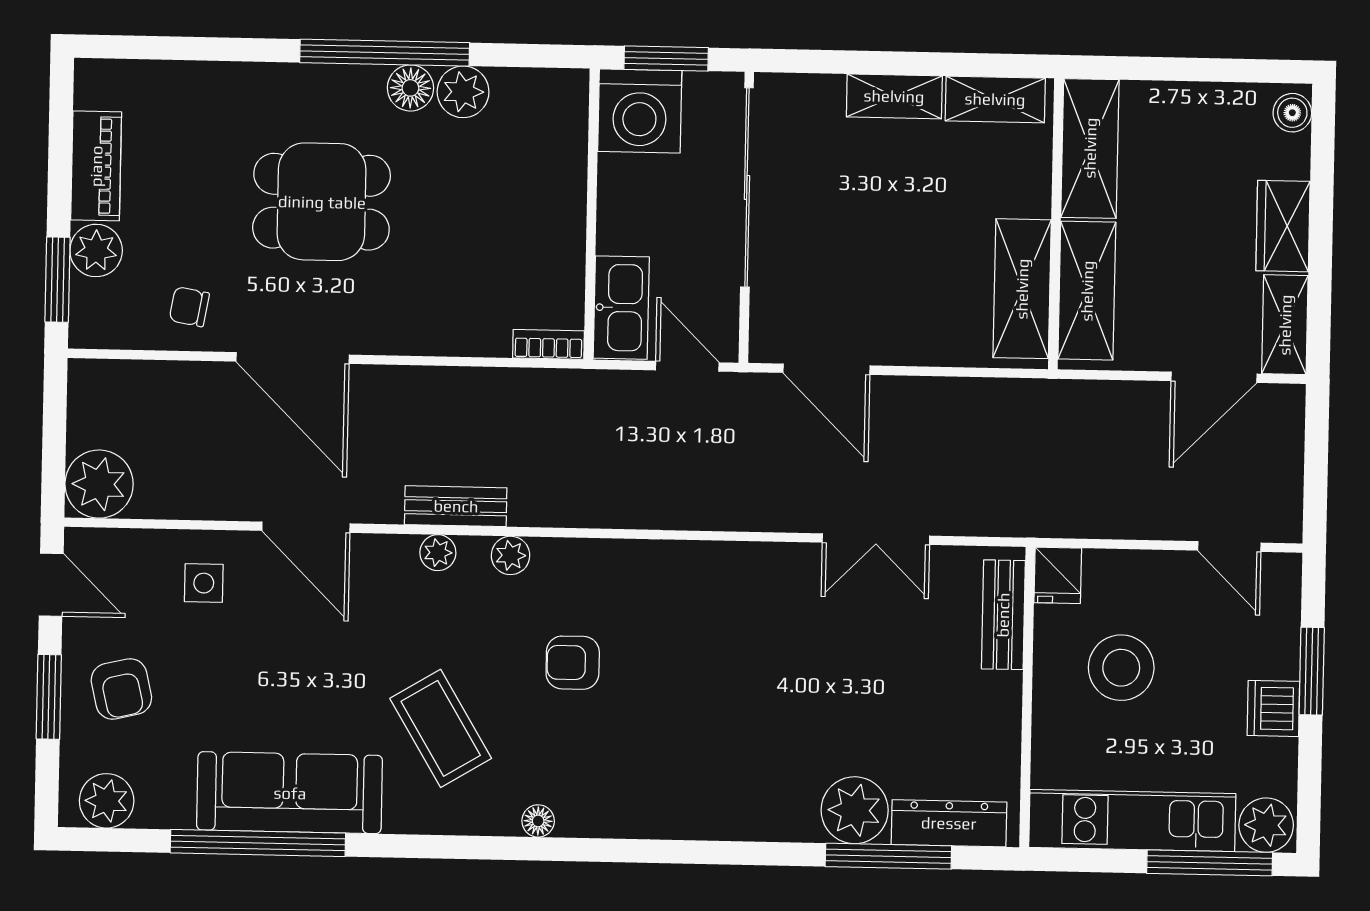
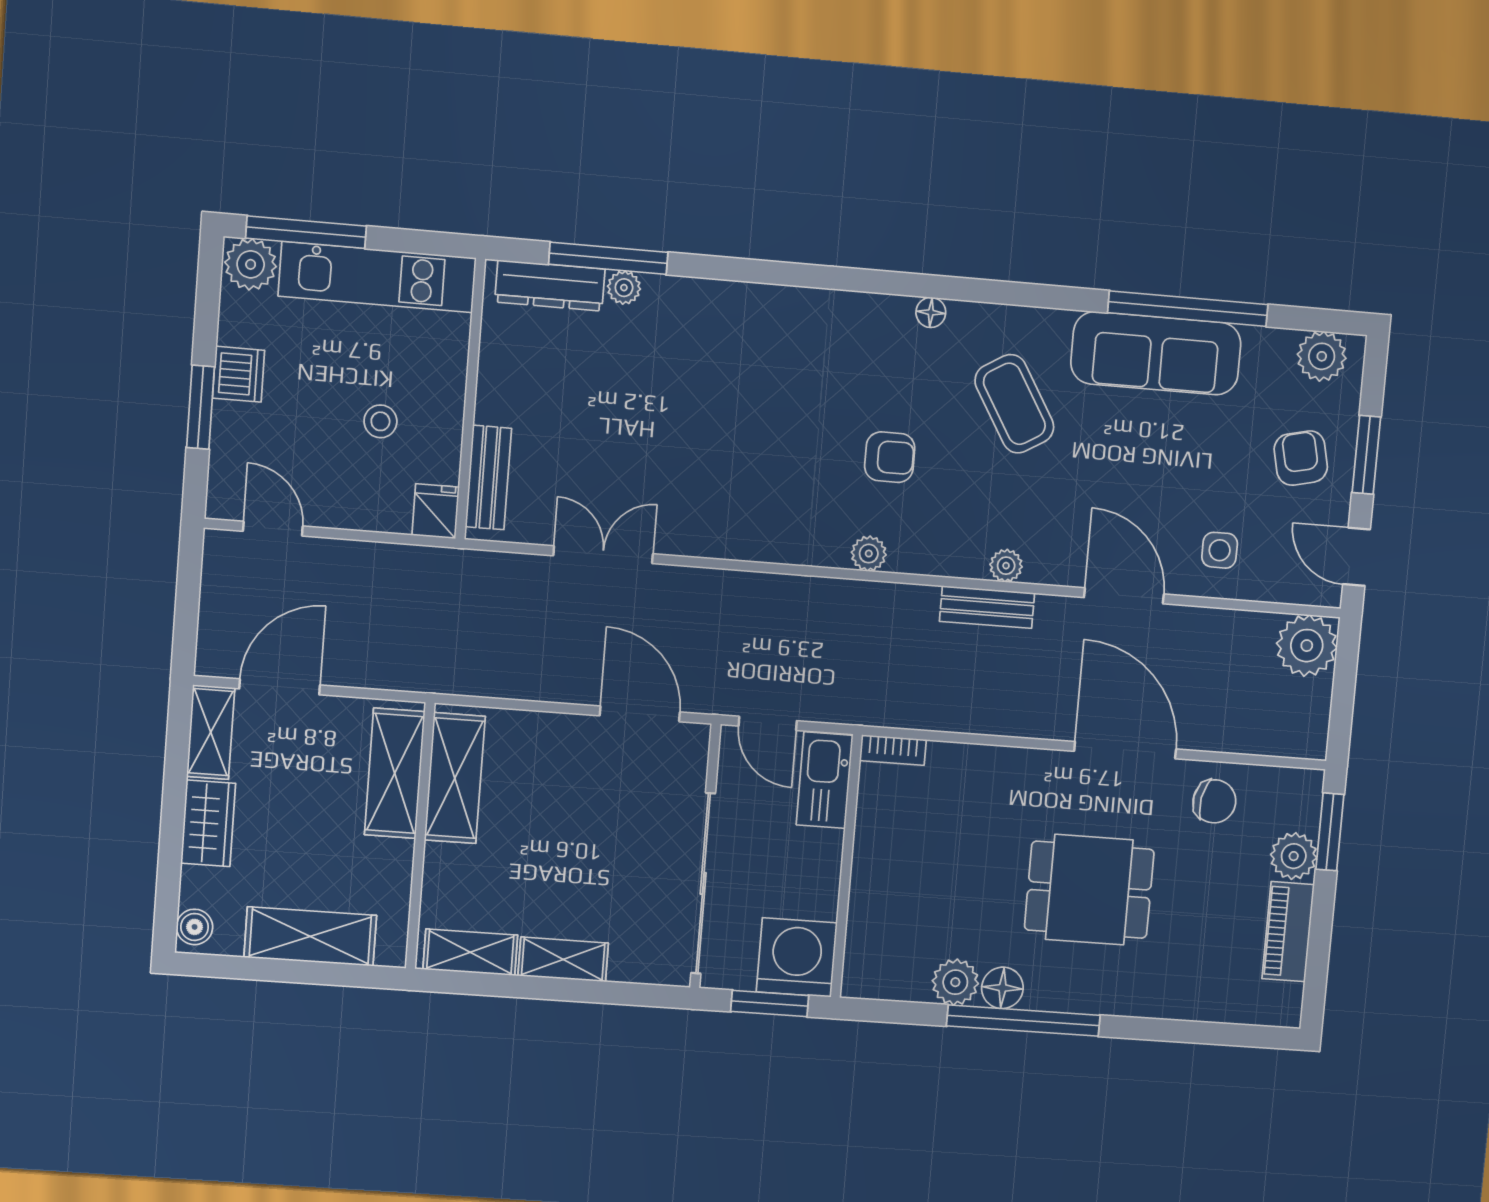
shelving: (1090, 148) -> (310, 936), moved, turned 90
chair: (189, 307) -> (1214, 801), width x1.37, depth x1.37
plant: (510, 555) -> (869, 554), moved
stool: (1121, 668) -> (380, 421), width x0.53, depth x0.53
plant: (855, 810) -> (624, 288), width x0.53, depth x0.53

